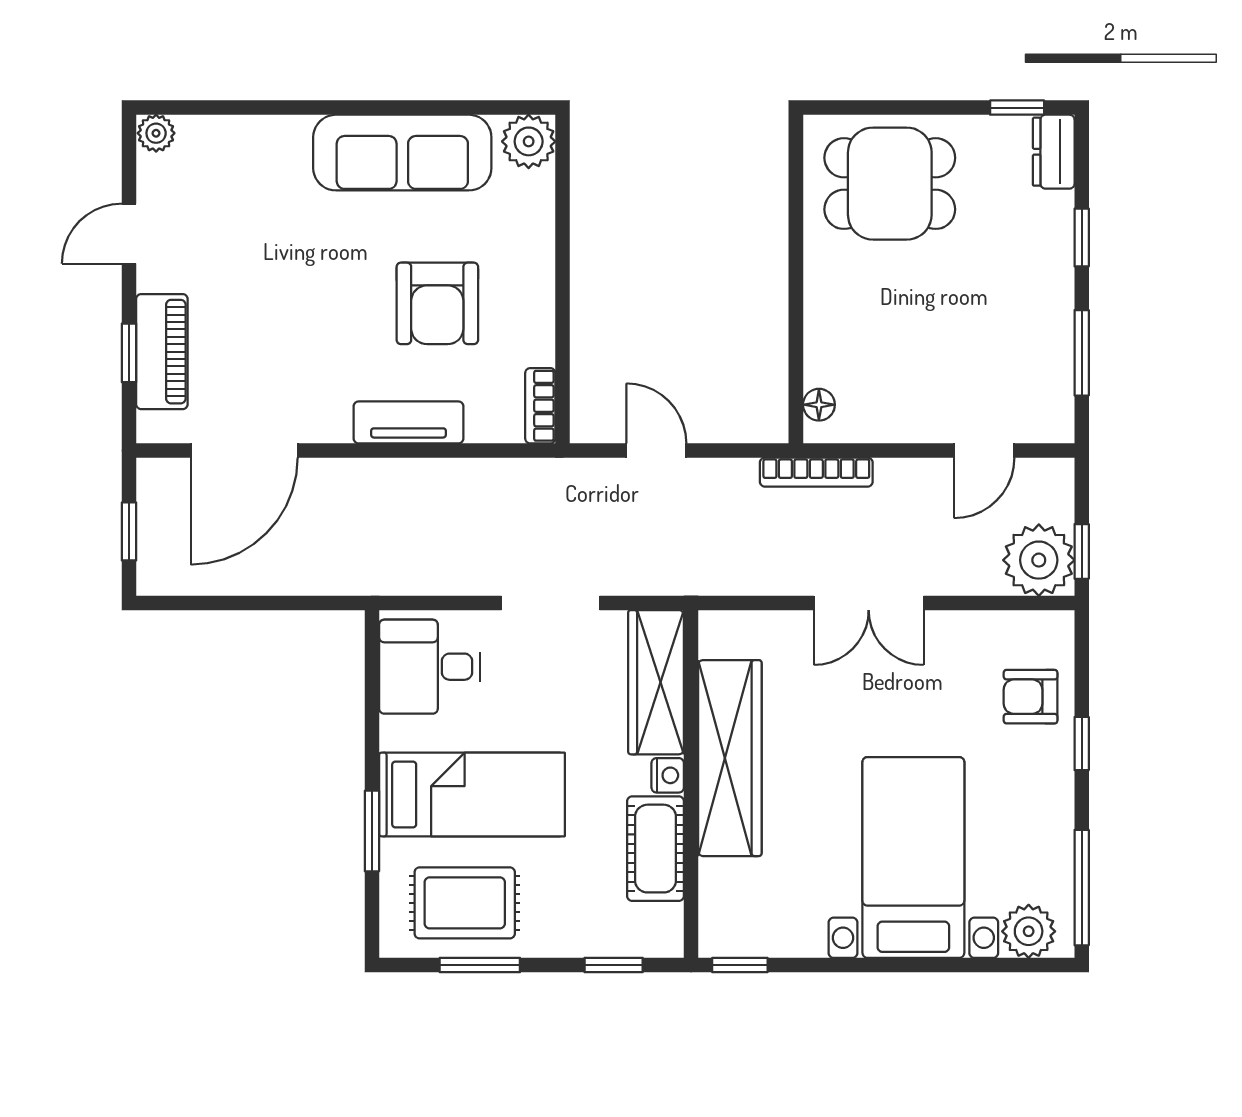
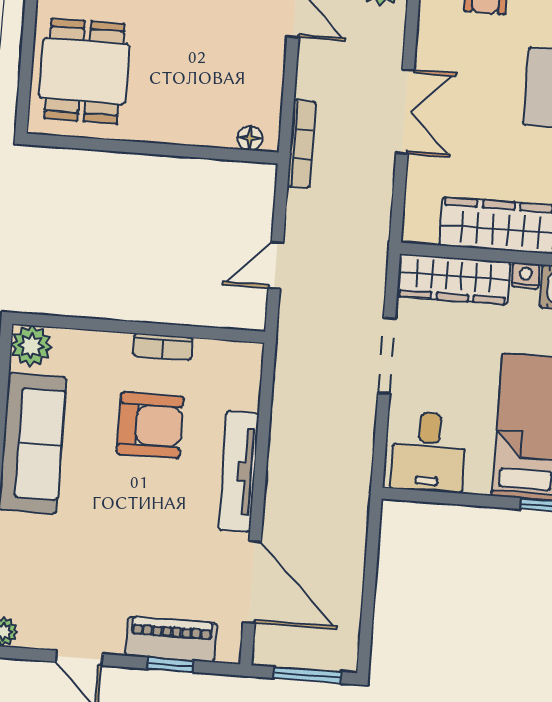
bookcase: (540, 406) -> (163, 347), moved
tv unit: (409, 422) -> (239, 471), width x1.41
window: (129, 531) -> (307, 675), width x1.50

